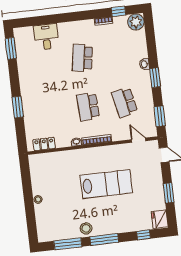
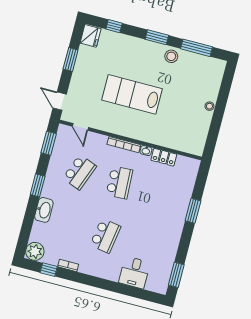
washbasin: (144, 64) -> (44, 210), width x1.91, depth x1.45
school desk: (125, 102) -> (80, 172), turned 33
locker: (44, 144) -> (164, 157), moved
window: (104, 239) -> (157, 37), width x0.69

